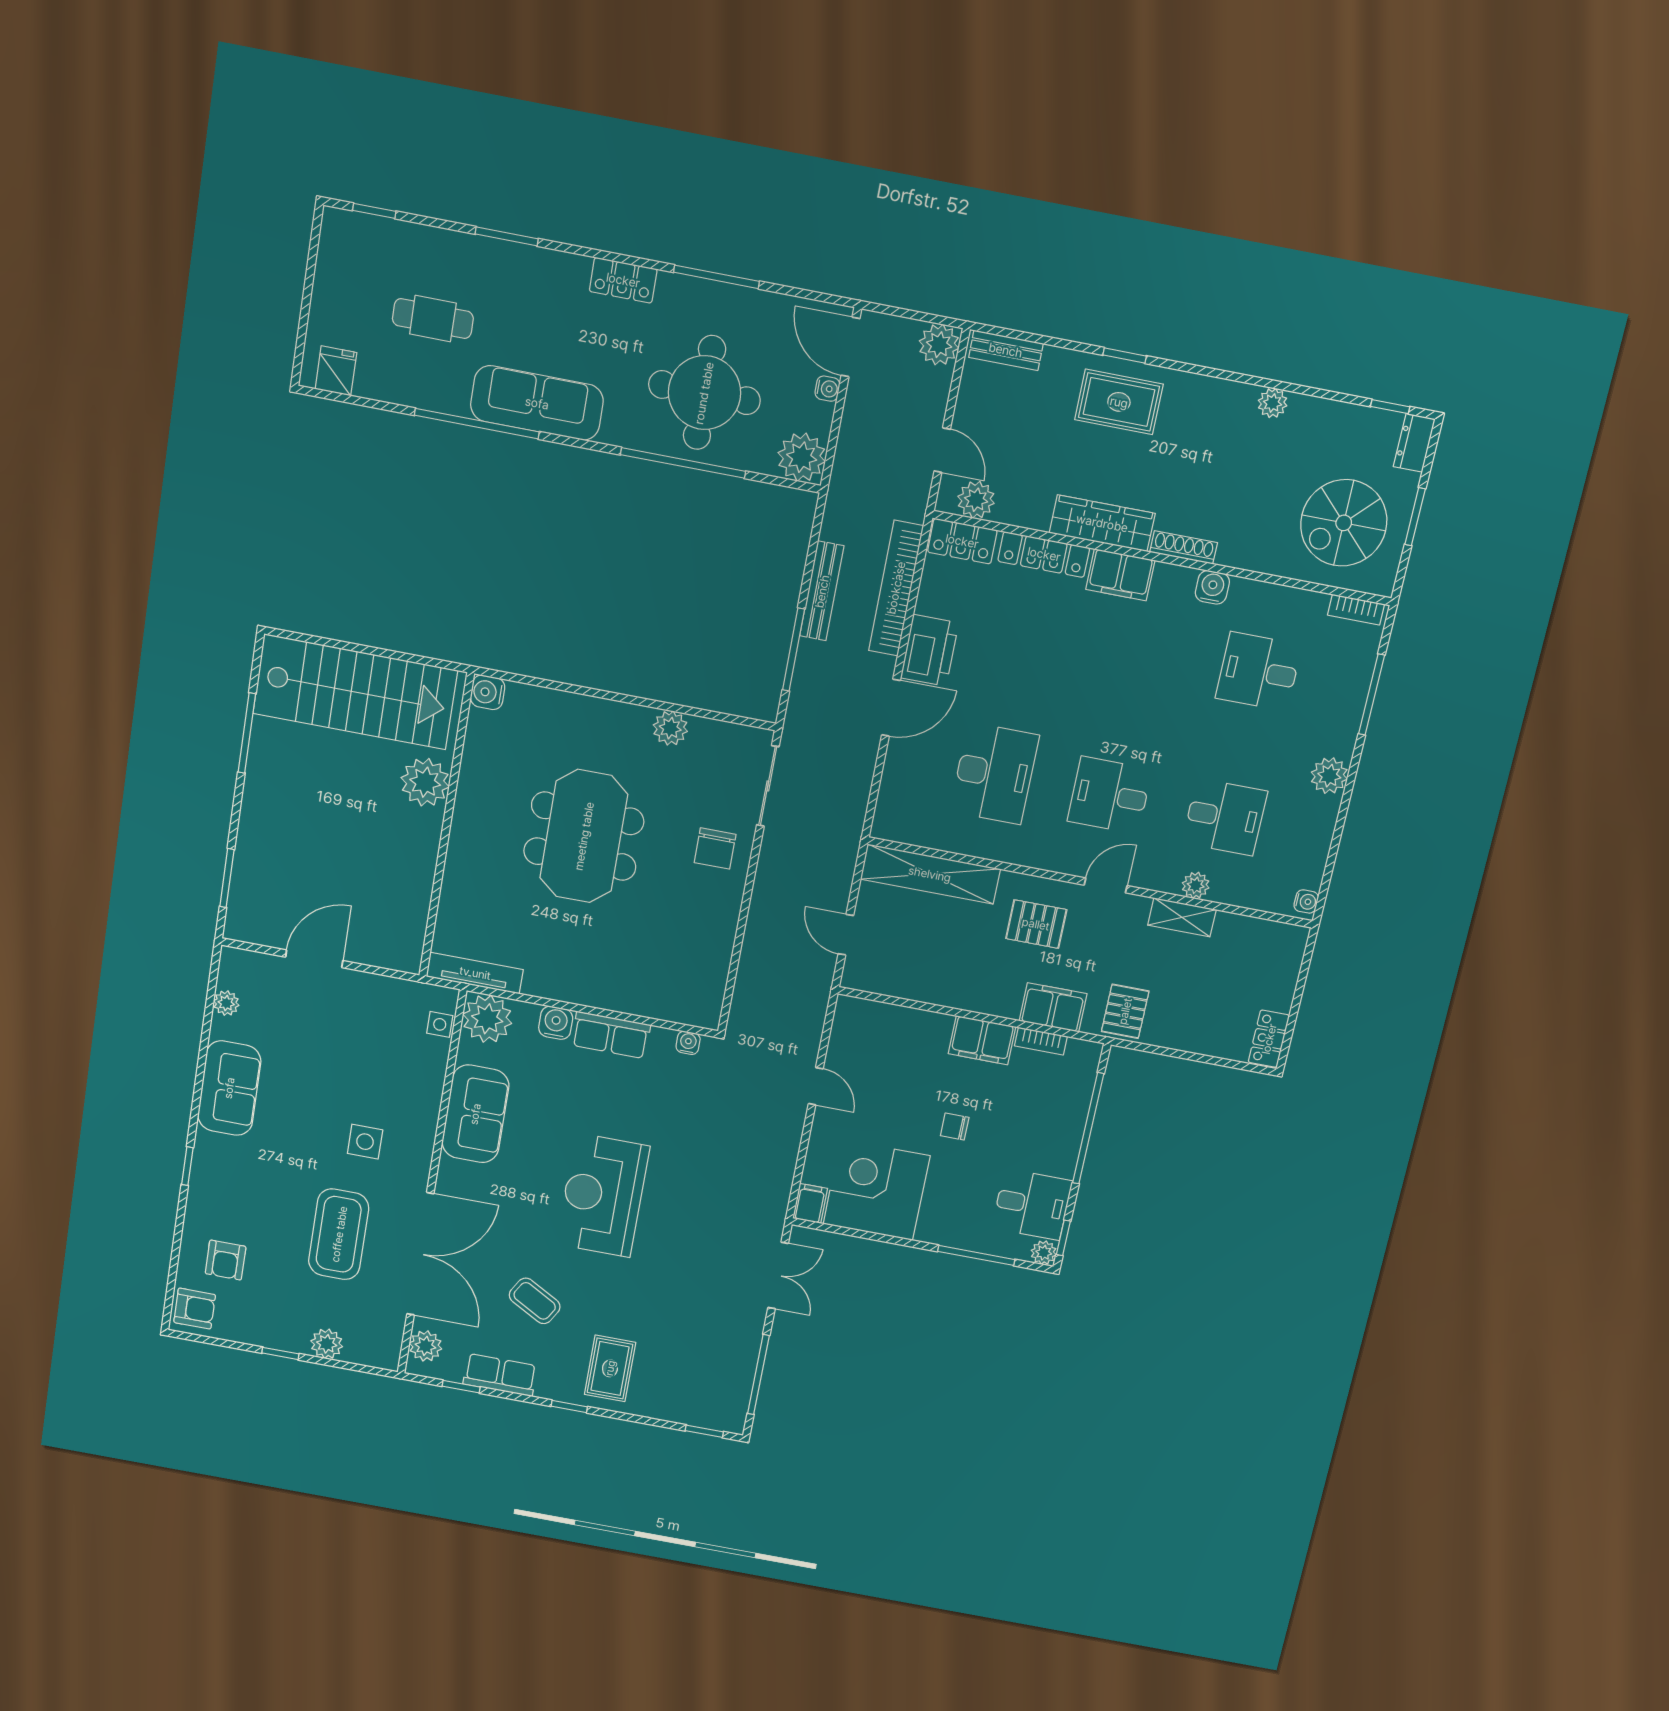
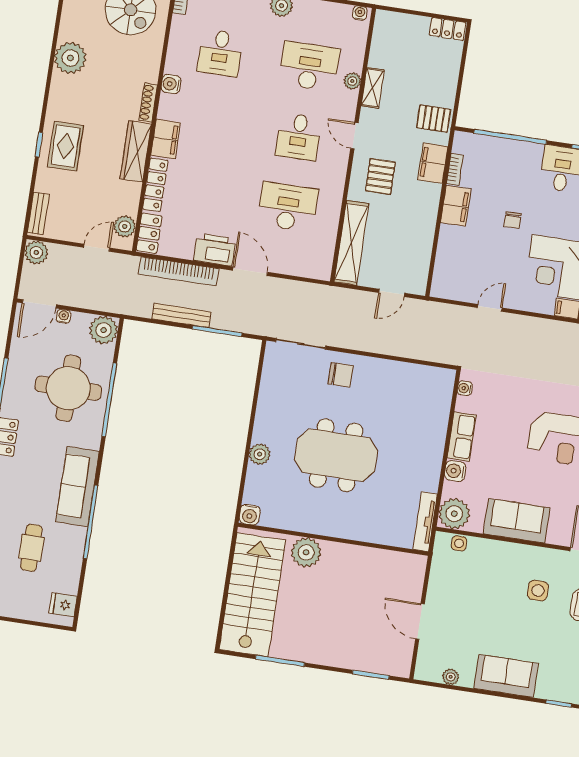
plant: (1273, 403) -> (70, 58), width x1.88, depth x1.88
plant: (670, 728) -> (260, 454), moved
desk: (1225, 817) -> (309, 66), width x1.37

